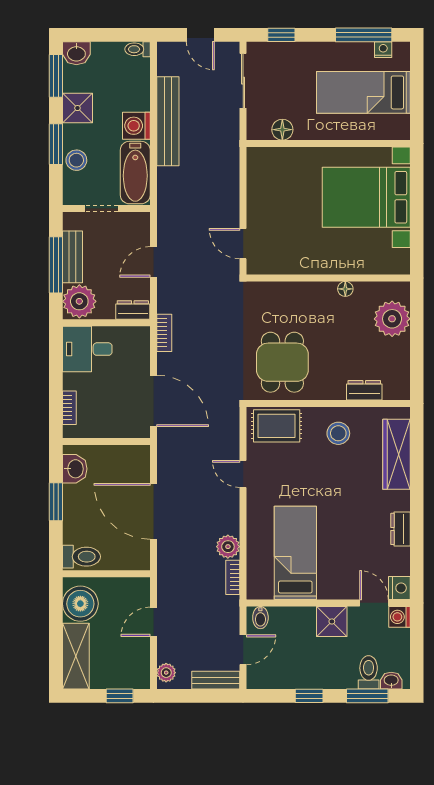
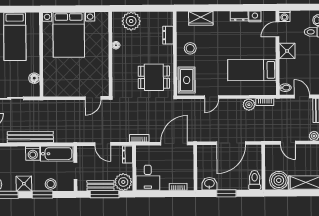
wardrobe: (396, 454) -> (201, 18), width x0.67
nightstand: (399, 588) -> (255, 16), moved

